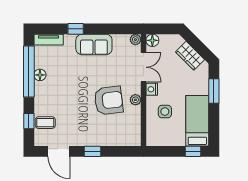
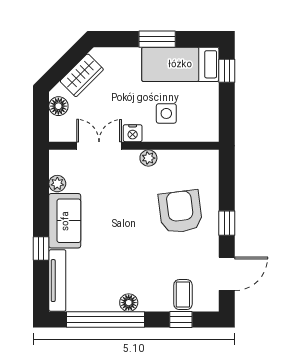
tv unit: (49, 40) -> (57, 281), width x1.41
plant: (135, 40) -> (57, 184), moved
floor lamp: (152, 40) -> (58, 106), moved
floor lamp: (40, 75) -> (129, 303), moved
window: (214, 91) -> (157, 39), moved
armchair: (109, 100) -> (180, 212), moved

